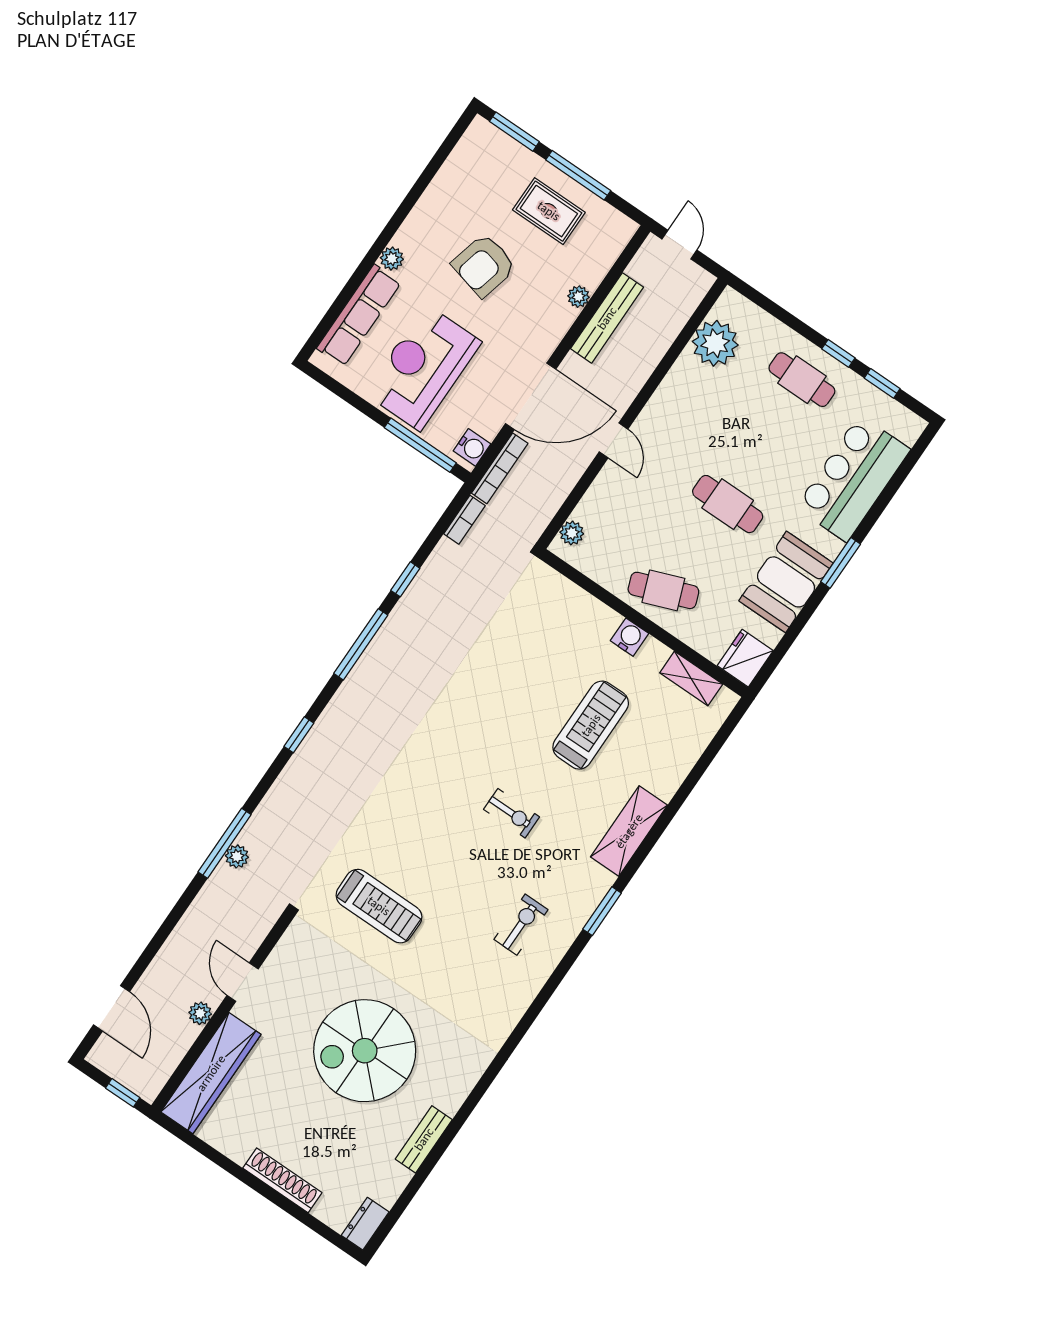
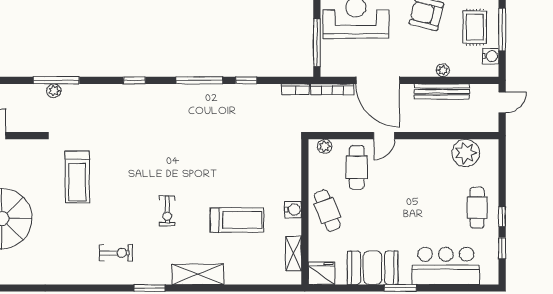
water cooler: (472, 447) -> (491, 56), moved, turned -90
cafe table: (728, 504) -> (357, 167), moved

